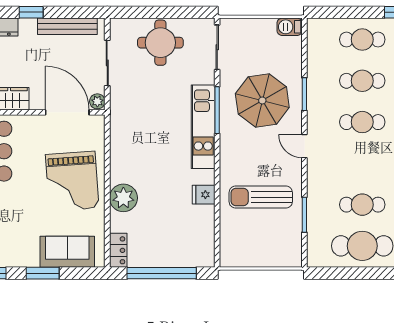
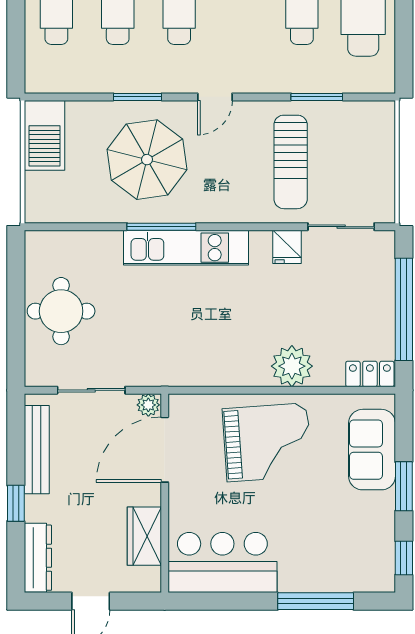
barbecue: (290, 27) -> (44, 135), width x1.88, depth x1.53
sliding door: (217, 47) -> (341, 227), moved

